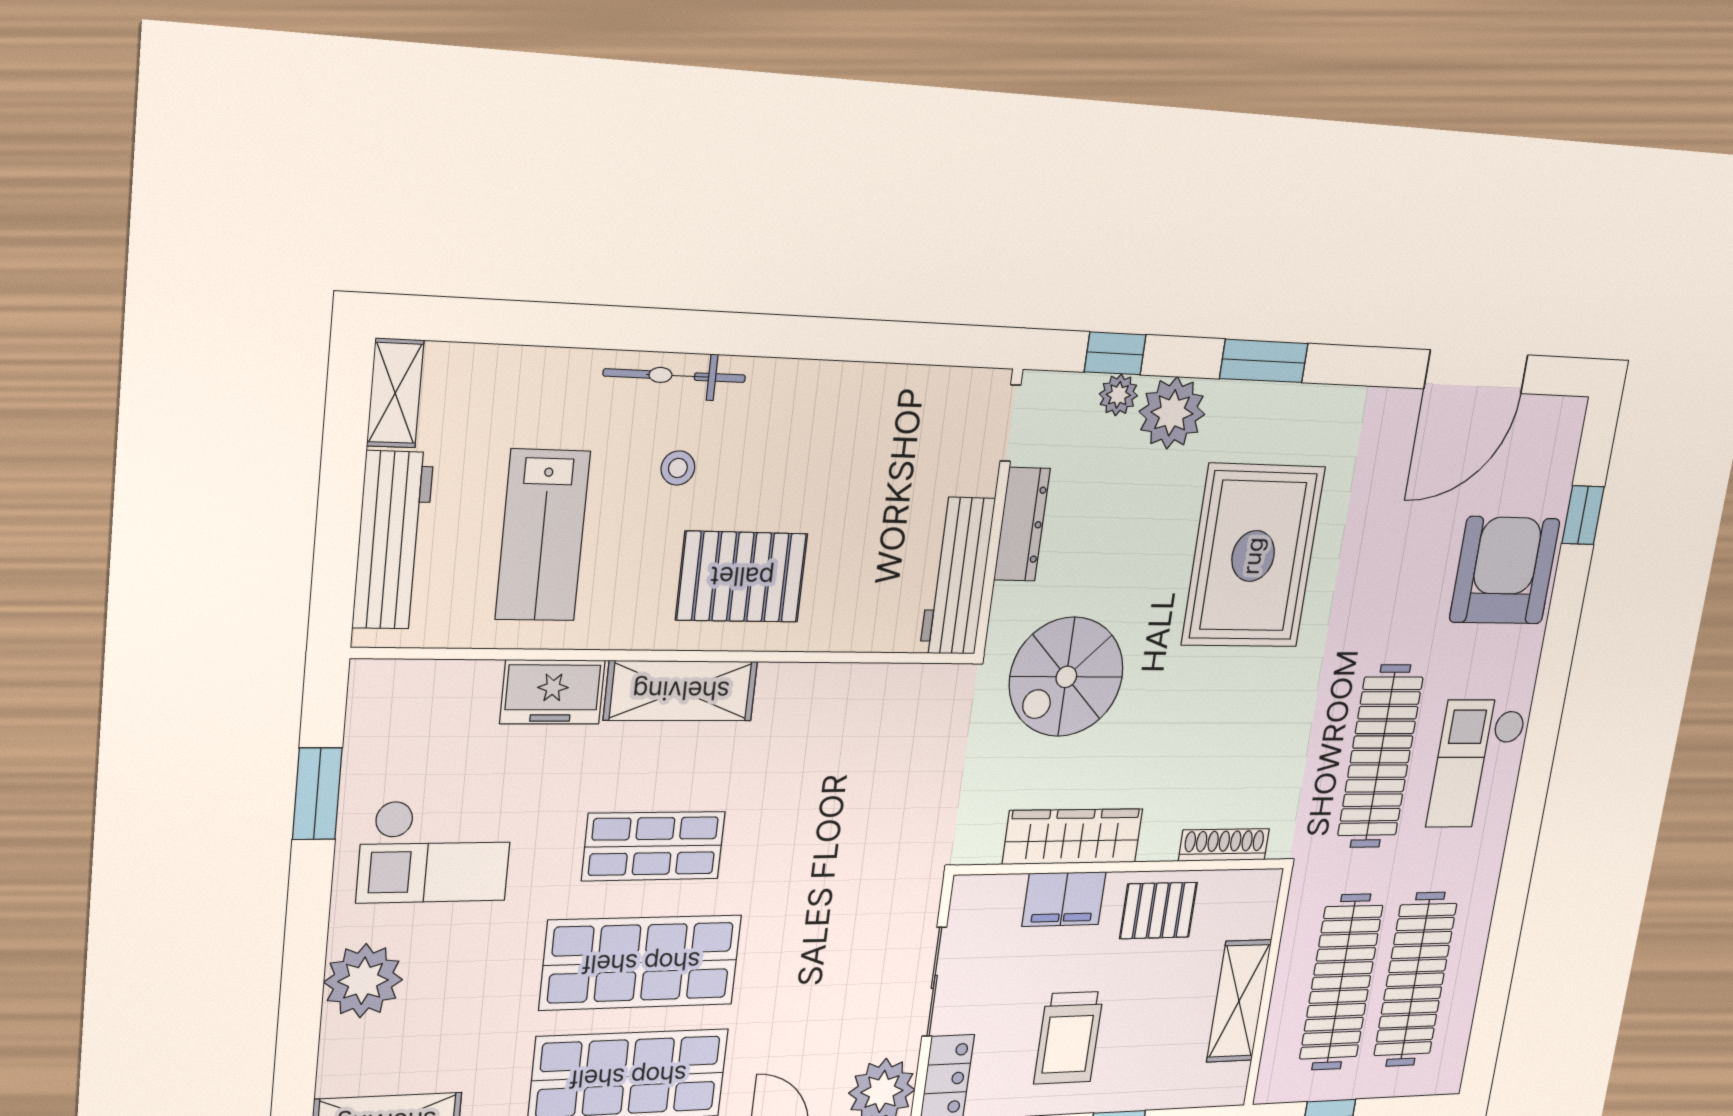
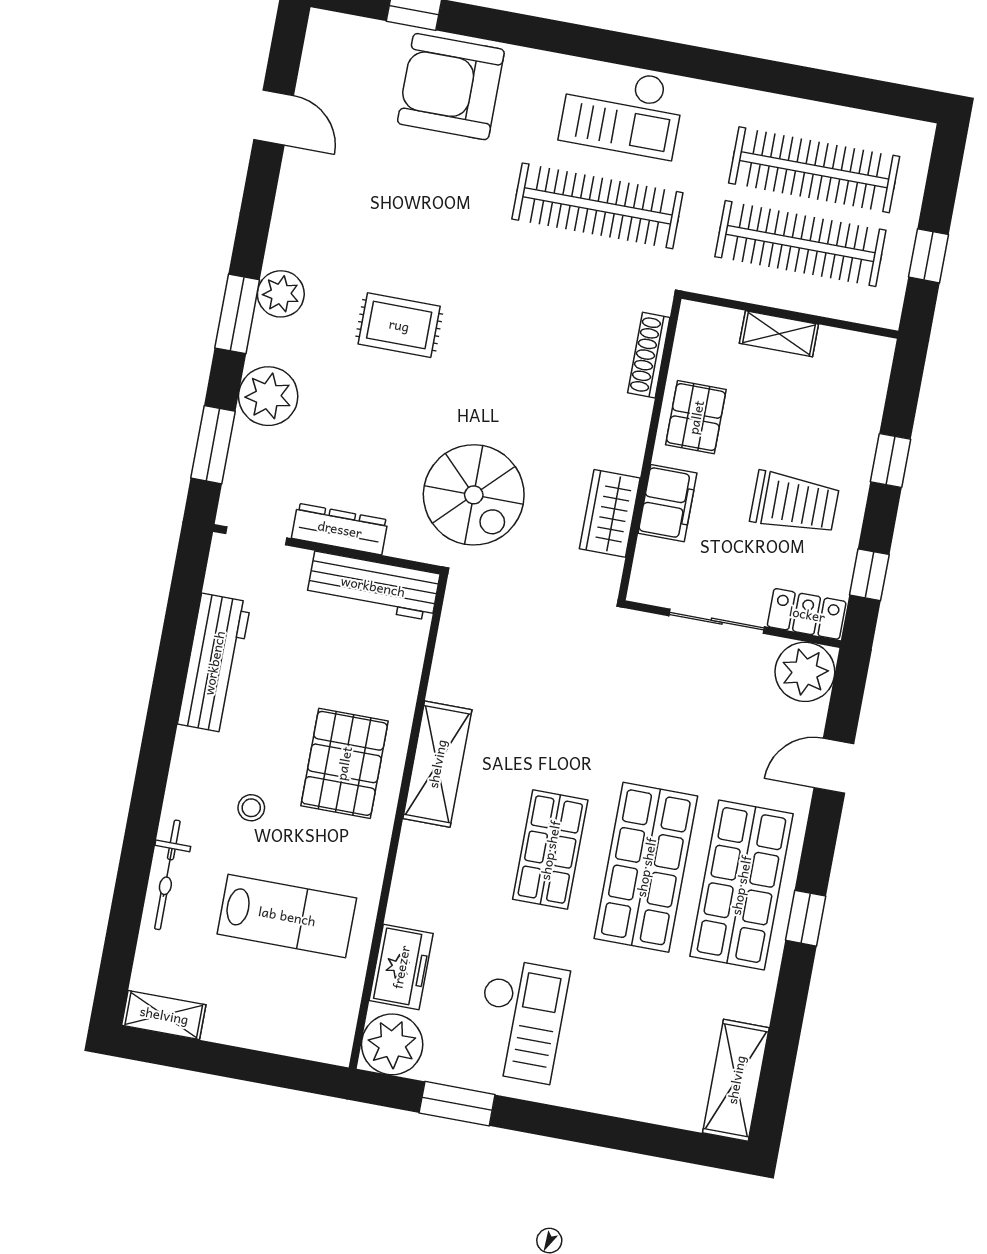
window: (1115, 353) -> (213, 445), width x1.50
door: (1476, 372) -> (274, 117), width x0.53
bicycle: (675, 376) -> (167, 875), moved
plant: (1118, 395) -> (281, 294), moved, width x1.38, depth x1.38
workbench: (393, 540) -> (214, 663), moved, turned 90
rug: (1253, 556) -> (399, 325), width x0.54, depth x0.49
shelving: (681, 691) -> (437, 764), moved
freezer: (552, 692) -> (401, 967), moved
wardrobe: (1073, 837) -> (610, 513), width x0.67
plant: (363, 981) -> (392, 1044), moved
shelving: (1239, 1001) -> (779, 334), width x0.67, depth x0.75

